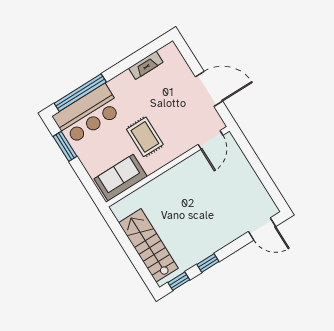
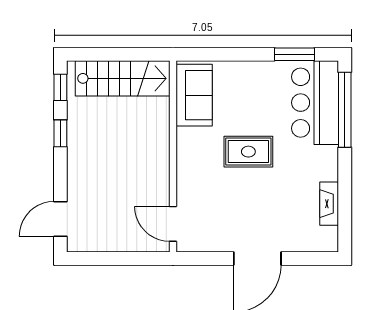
door: (210, 140) -> (173, 224), moved
wall: (168, 167) -> (173, 156), moved
sofa: (121, 178) -> (194, 95), moved

